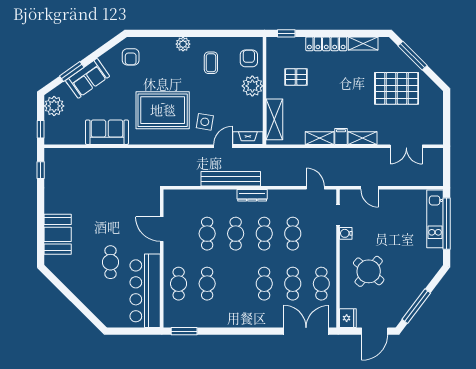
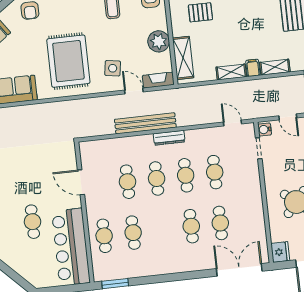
plant: (252, 86) -> (159, 41), moved
rug: (163, 110) -> (68, 61), turned 90
door: (223, 146) -> (134, 91), hinge flipped
water cooler: (346, 233) -> (265, 129), moved
cafe table: (321, 284) -> (249, 220), removed

